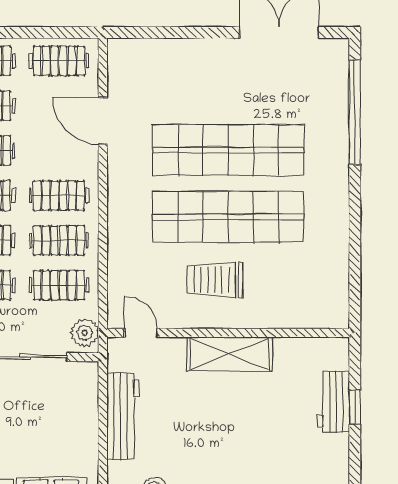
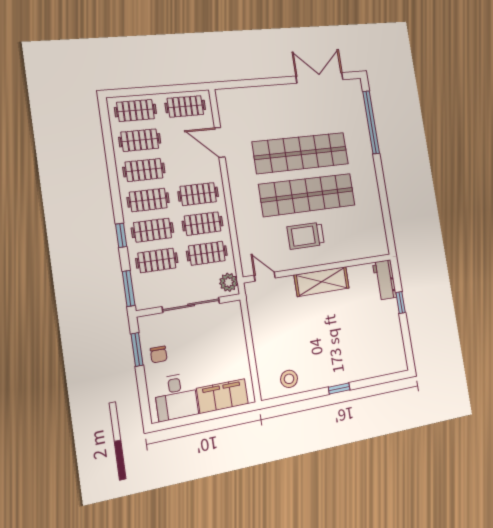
workbench: (334, 402) -> (385, 280), moved
workbench: (123, 416) -> (262, 333), removed

